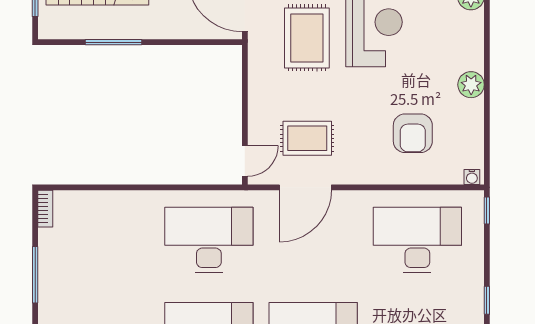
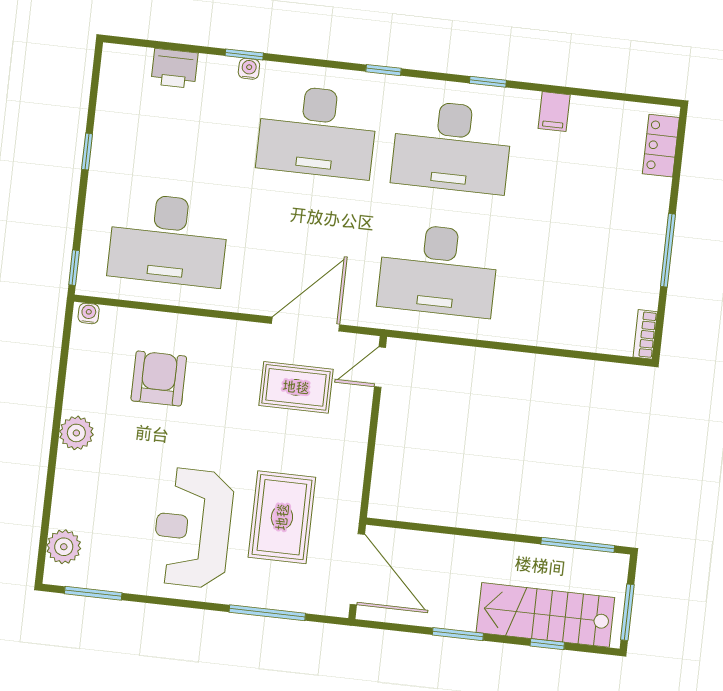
window: (113, 42) -> (578, 545), moved

